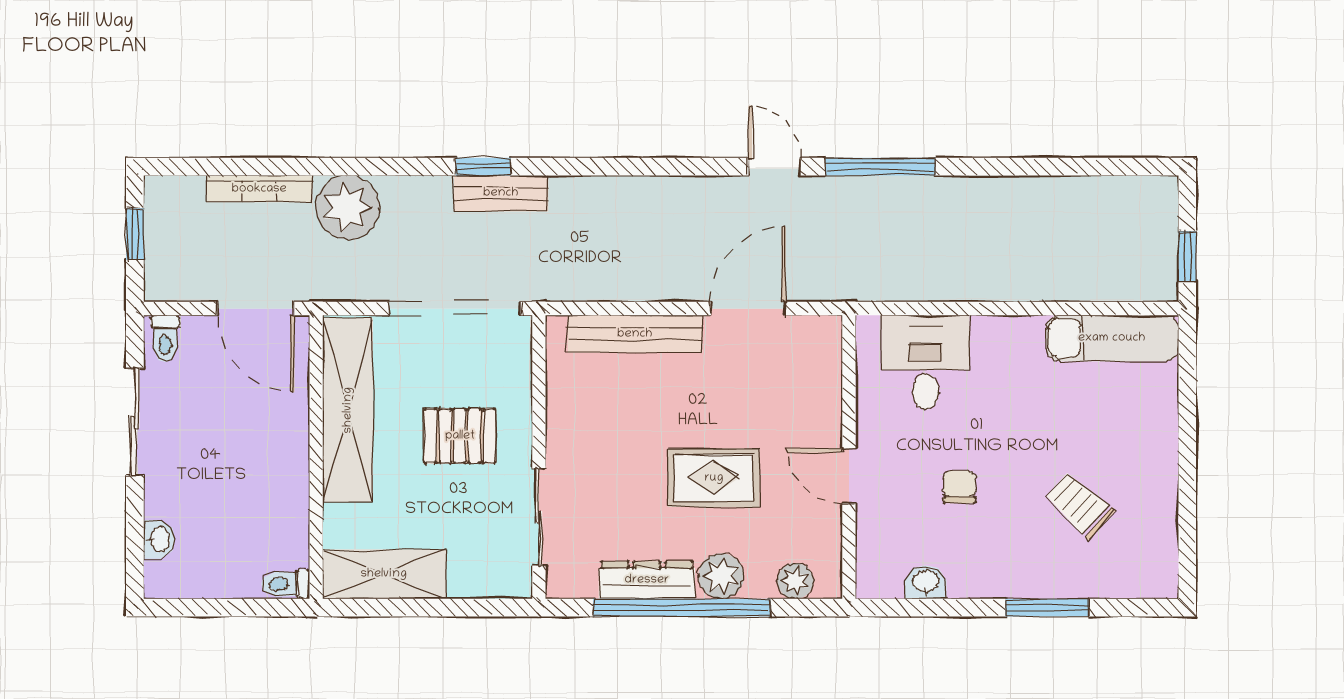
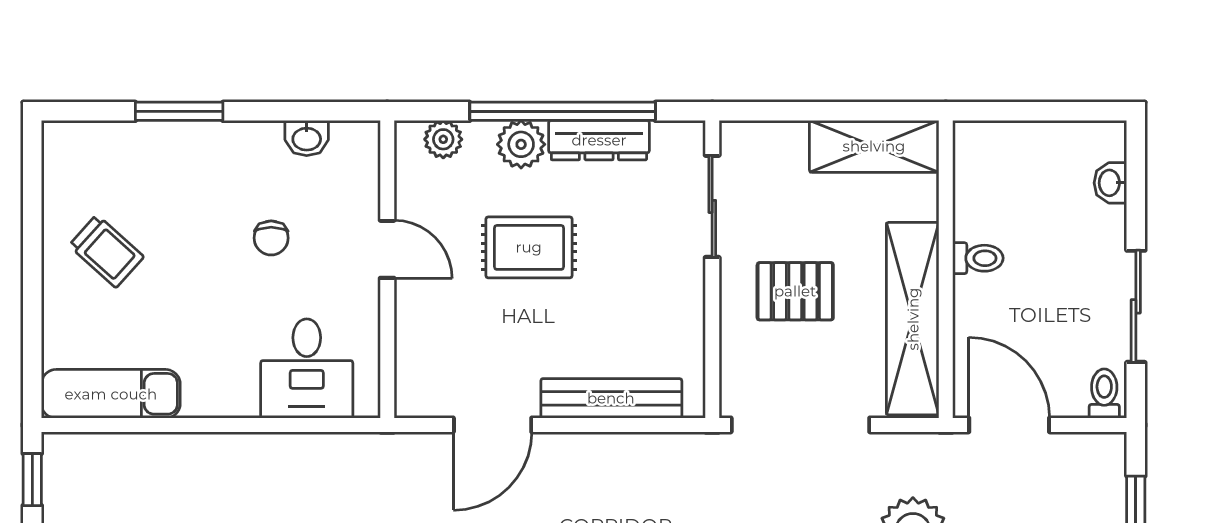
trolley: (1080, 505) -> (106, 251), moved
toilet: (286, 584) -> (978, 258), moved

